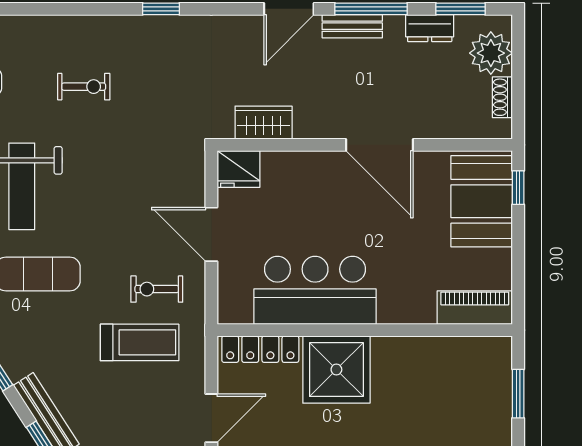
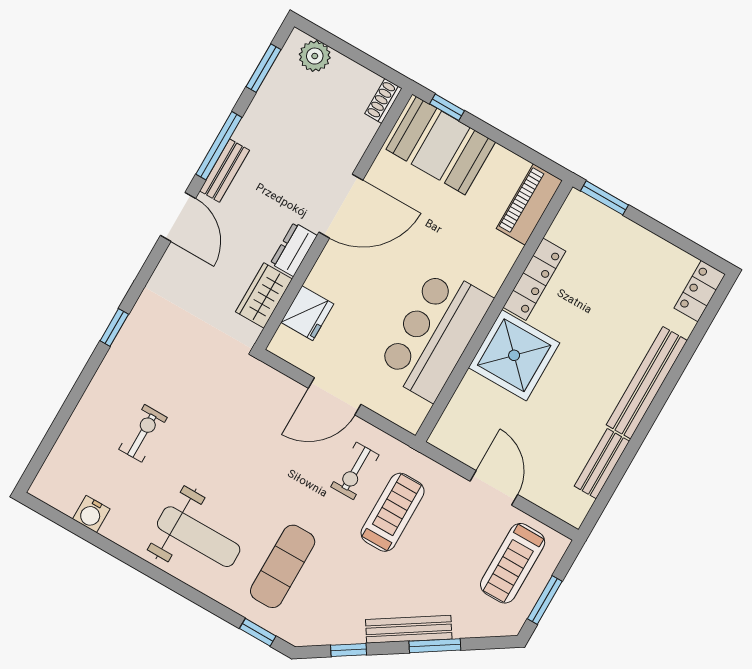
dresser: (430, 28) -> (294, 249), moved, turned 180
plant: (491, 53) -> (315, 56), width x0.73, depth x0.73
shoe rack: (502, 97) -> (383, 101), moved, turned 90
fridge: (238, 169) -> (307, 313), moved
locker: (260, 349) -> (534, 279), moved
window: (518, 394) -> (604, 198), moved

